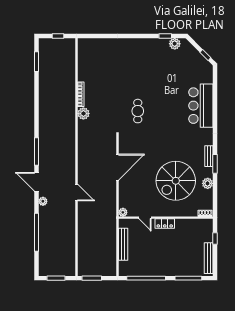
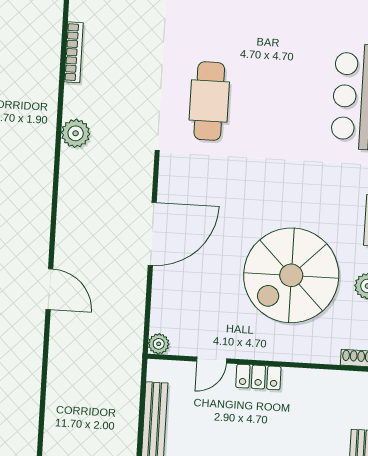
cafe table: (138, 111) -> (209, 101), width x1.37, depth x1.35
plant: (83, 114) -> (76, 133), moved
door: (145, 218) -> (212, 360), hinge flipped

